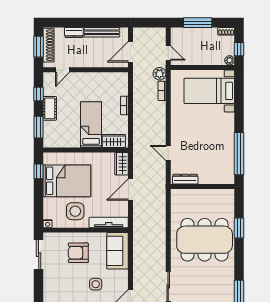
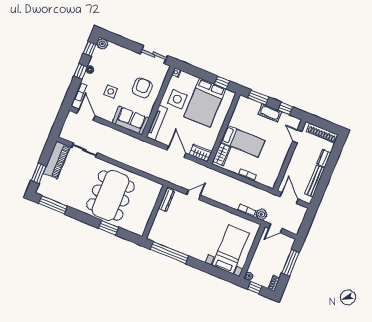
window: (39, 47) -> (324, 124), removed

